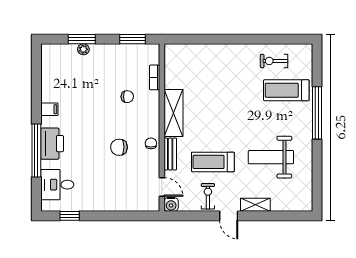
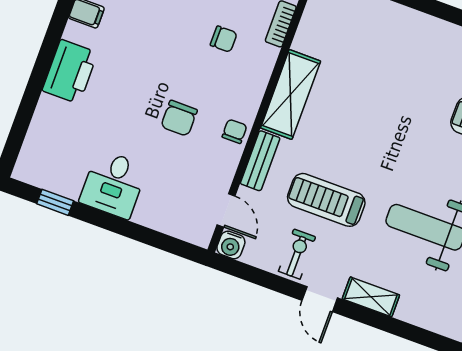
chair: (119, 147) -> (179, 118), turned -90
window: (36, 150) -> (40, 73), removed
desk: (57, 185) -> (113, 184), moved, turned -90

